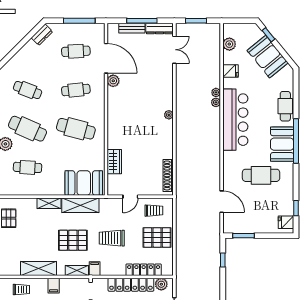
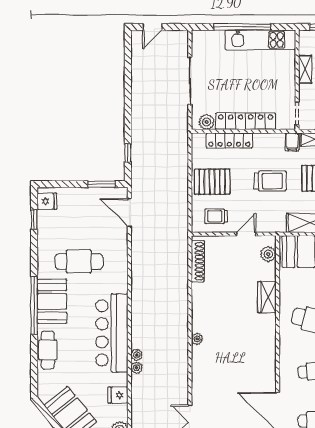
plant: (113, 81) -> (268, 254), moved
wardrobe: (114, 162) -> (267, 297), moved
door: (222, 202) -> (129, 212), moved

